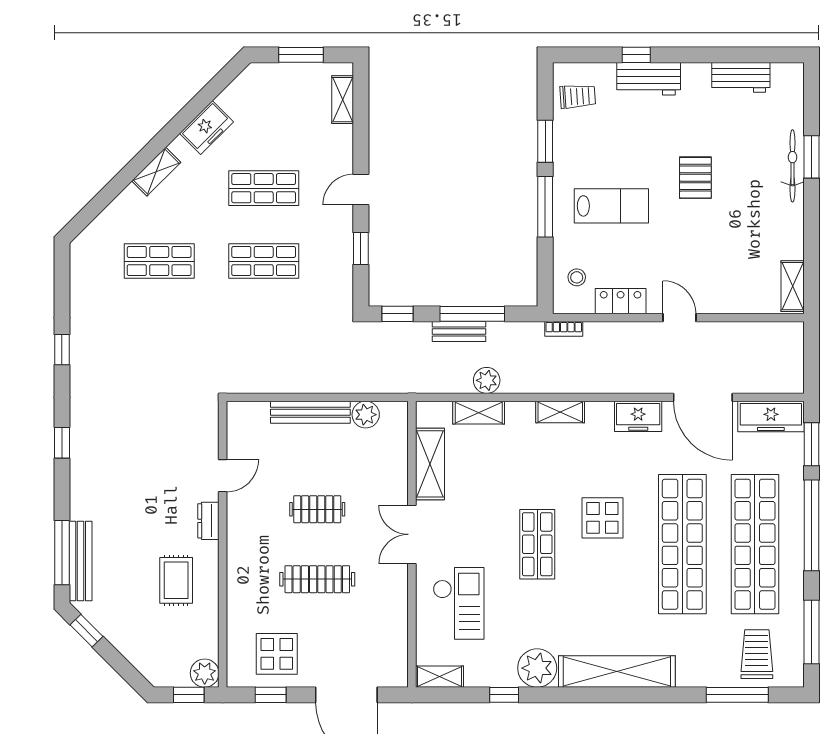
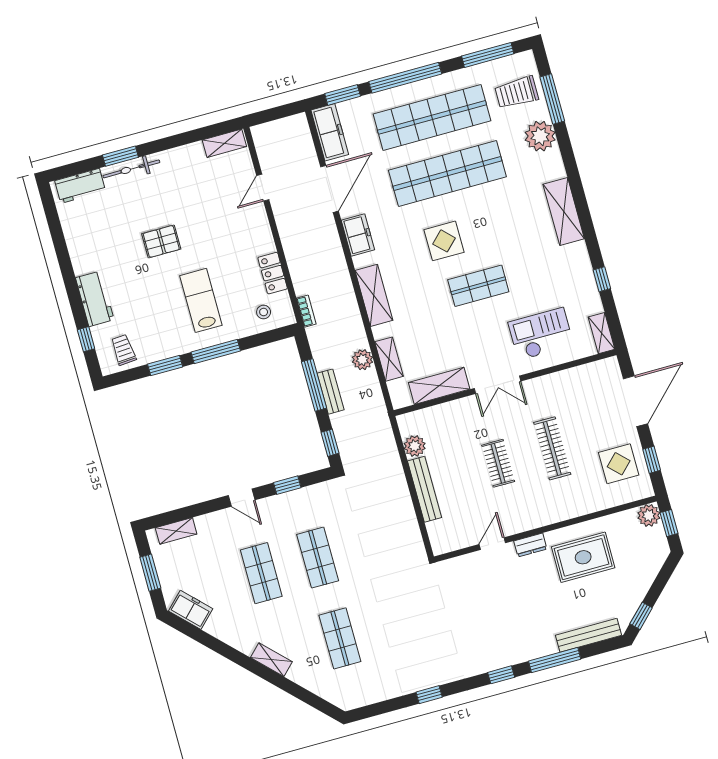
window: (636, 55) -> (86, 339), moved
workbench: (741, 77) -> (80, 186), moved, turned 90
freezer: (206, 128) -> (191, 610), moved
door: (679, 318) -> (263, 188), moved
shelving: (560, 412) -> (374, 295), width x1.50, depth x1.33
door: (223, 476) -> (492, 544), hinge flipped
window: (62, 553) -> (555, 660), moved
rug: (176, 580) -> (583, 557), width x1.36, depth x1.43
plant: (537, 668) -> (540, 136), moved
shelving: (617, 671) -> (564, 211), width x0.68

